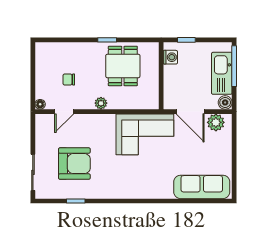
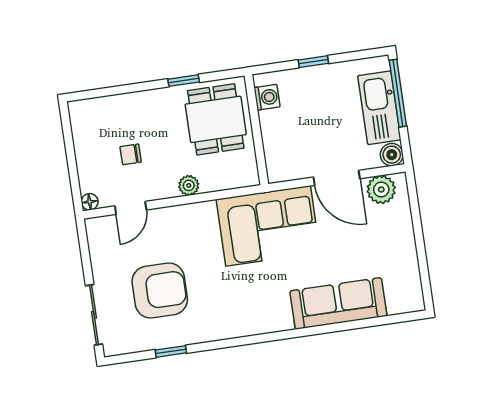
washing machine: (170, 57) -> (267, 97), moved
wall: (161, 76) -> (256, 130), moved
sofa: (202, 187) -> (338, 303), moved

